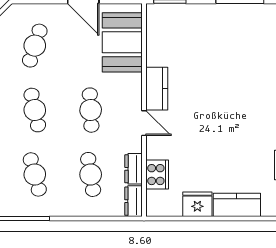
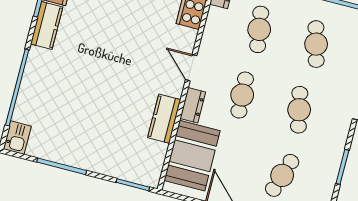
kitchen counter: (157, 89) -> (164, 119), moved
dresser: (134, 169) -> (193, 105), moved

